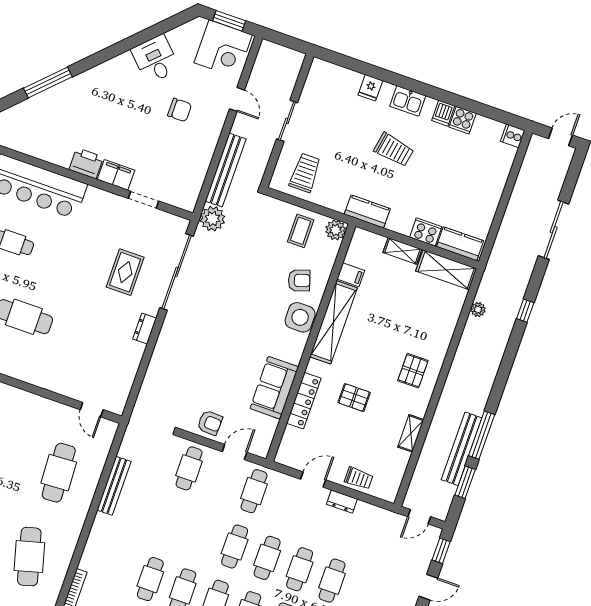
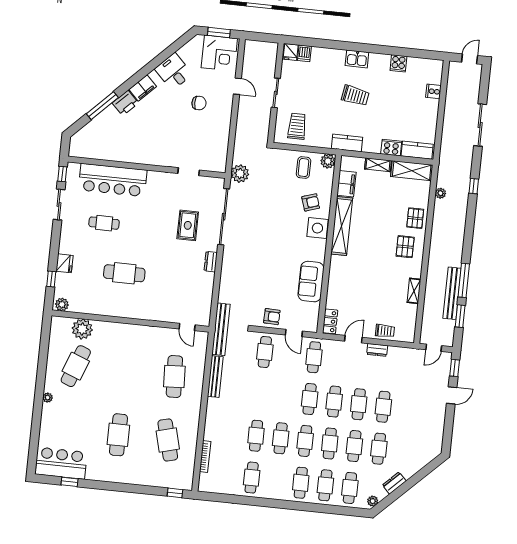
fridge: (370, 88) -> (291, 52), moved
dishwasher: (443, 113) -> (304, 53), moved
cooker: (513, 136) -> (433, 91), moved
printer: (86, 163) -> (125, 103), moved, turned 135
bench: (226, 170) -> (221, 329), moved
filing cabinet: (116, 175) -> (143, 88), moved, turned 135
filing cabinet: (351, 275) -> (346, 184), width x2.00
pallet: (354, 398) -> (415, 218), moved, turned 90
locker: (304, 401) -> (330, 321), moved, width x0.66
door: (235, 452) -> (294, 333), swing flipped

